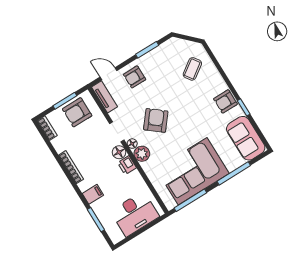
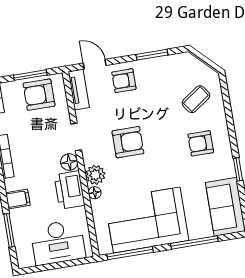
armchair: (225, 101) -> (201, 143), moved
armchair: (156, 120) -> (128, 142), turned 51
floor lamp: (132, 144) -> (95, 193), moved
printer: (127, 165) -> (70, 190), width x1.87, depth x1.48

